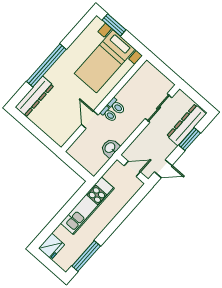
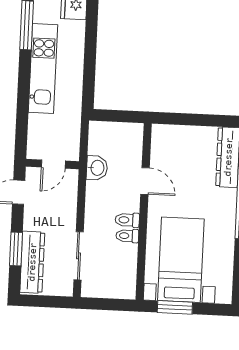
window: (114, 25) -> (175, 307), moved
toilet: (109, 114) -> (127, 236), moved
kitchen unit: (87, 206) -> (43, 69), moved, turned 180

